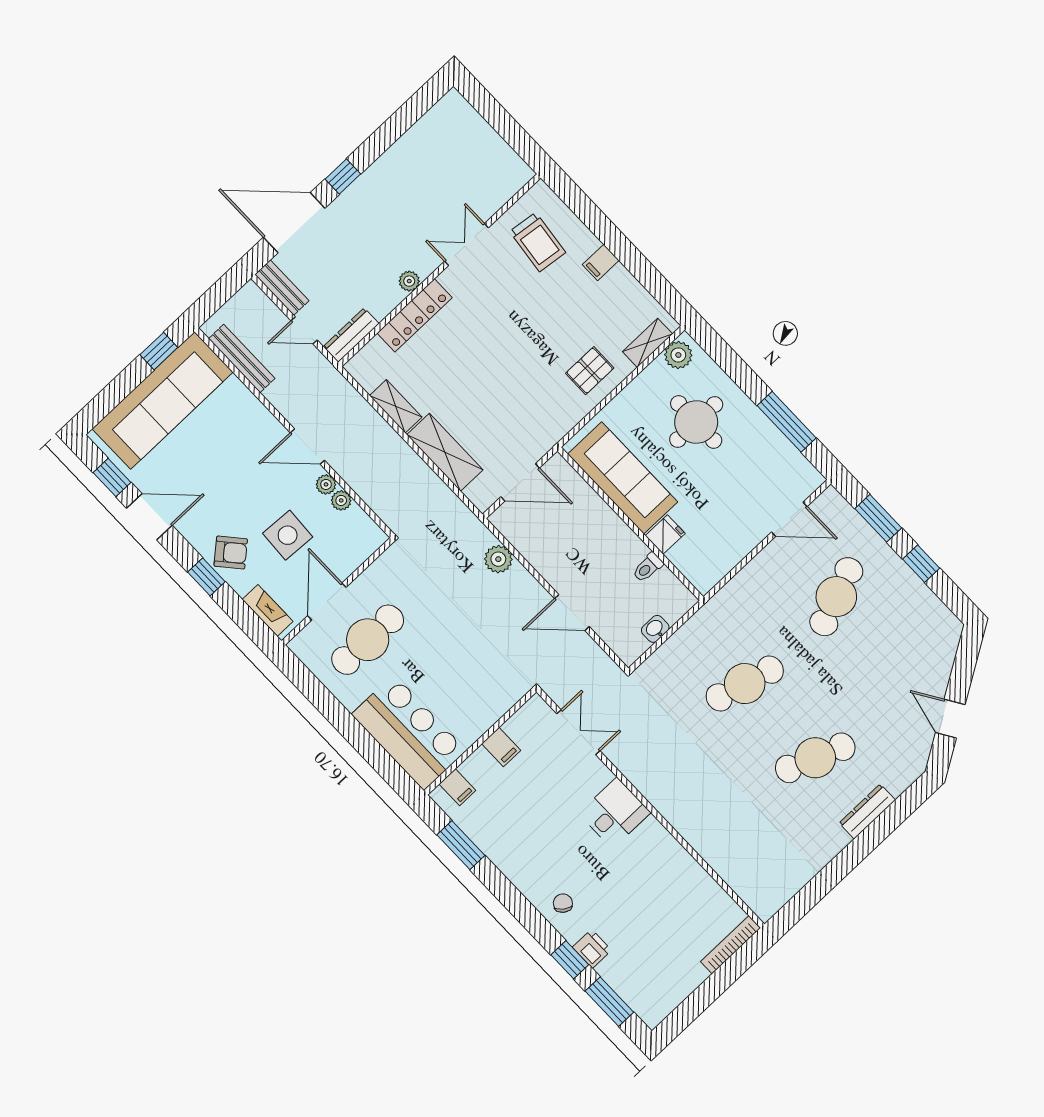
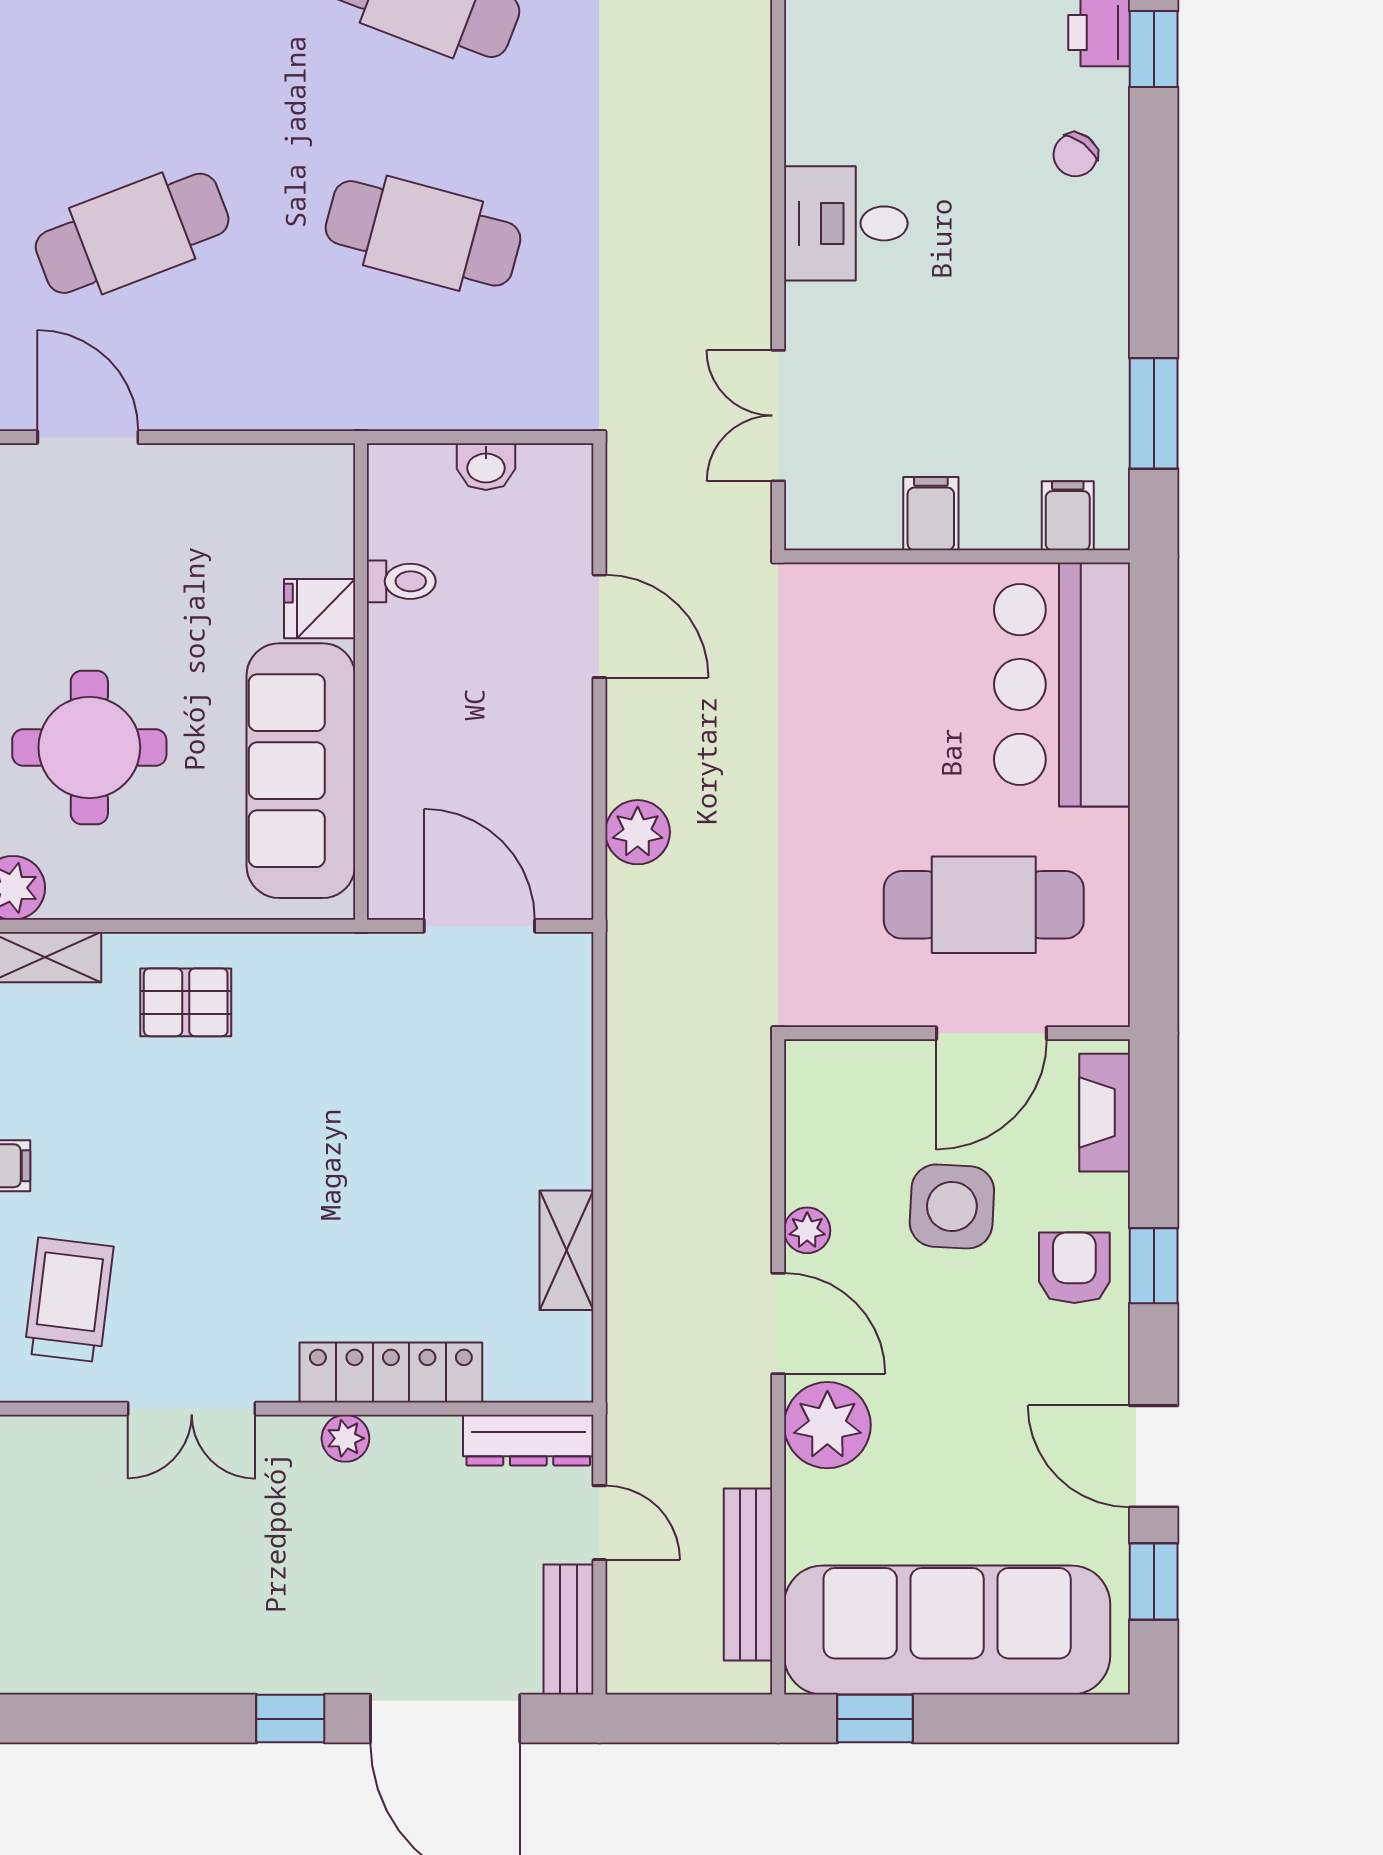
shelving: (445, 452) -> (557, 1096), removed
plant: (341, 500) -> (827, 1425), moved, width x1.88, depth x1.88
armchair: (231, 552) -> (1074, 1268), turned 41

